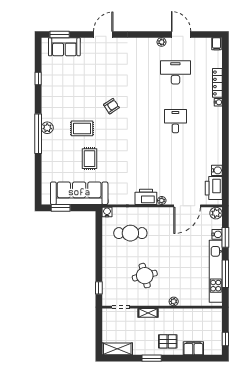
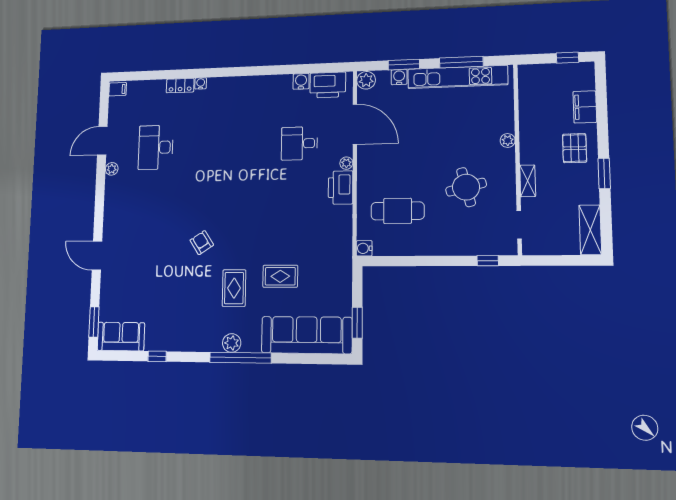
sofa: (64, 47) -> (121, 337), moved, turned -90
locker: (217, 83) -> (180, 86), width x0.66
desk: (175, 121) -> (299, 143), moved
sofa: (79, 193) -> (307, 335), moved, turned 90
cafe table: (130, 233) -> (398, 211), turned 90

